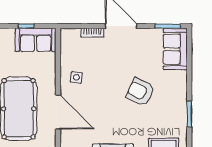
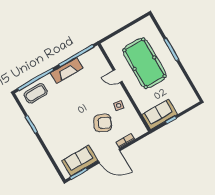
sofa: (175, 49) -> (80, 161), moved, turned -90
armchair: (140, 92) -> (103, 123), moved
door: (58, 112) -> (118, 76), width x0.53

